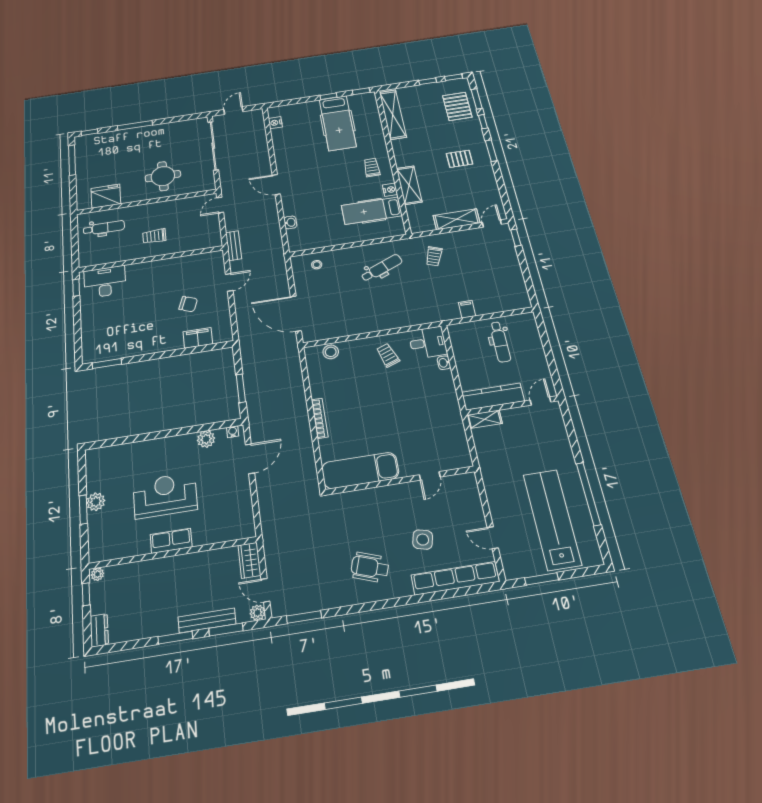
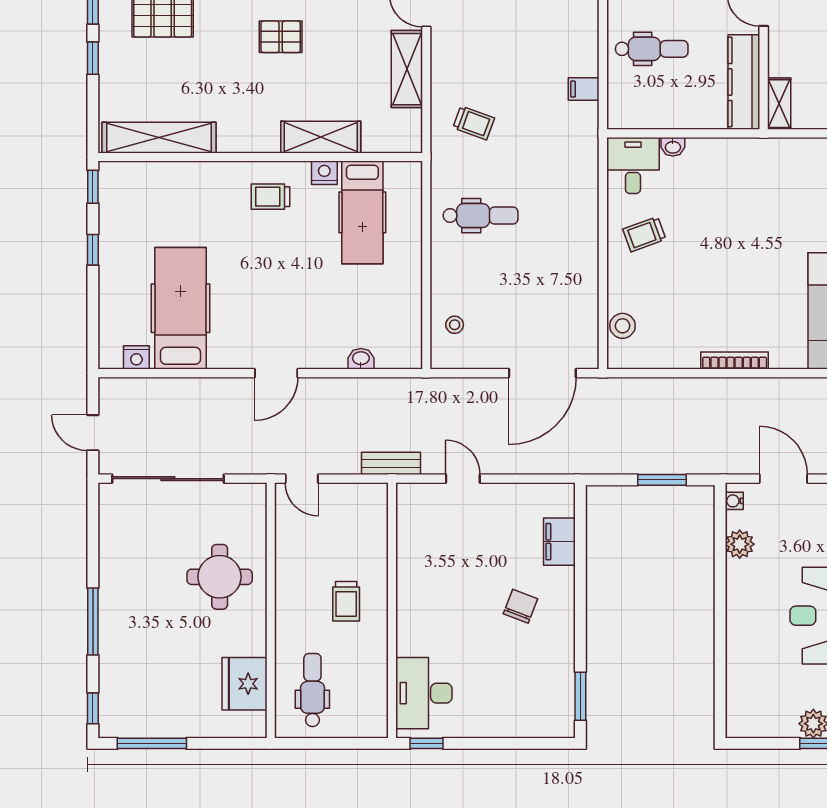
hospital bed: (338, 123) -> (180, 308), moved, turned -90
pallet: (459, 159) -> (281, 37), turned 90
dental chair: (382, 268) -> (481, 216), turned 113
chair: (188, 304) -> (520, 606), moved

